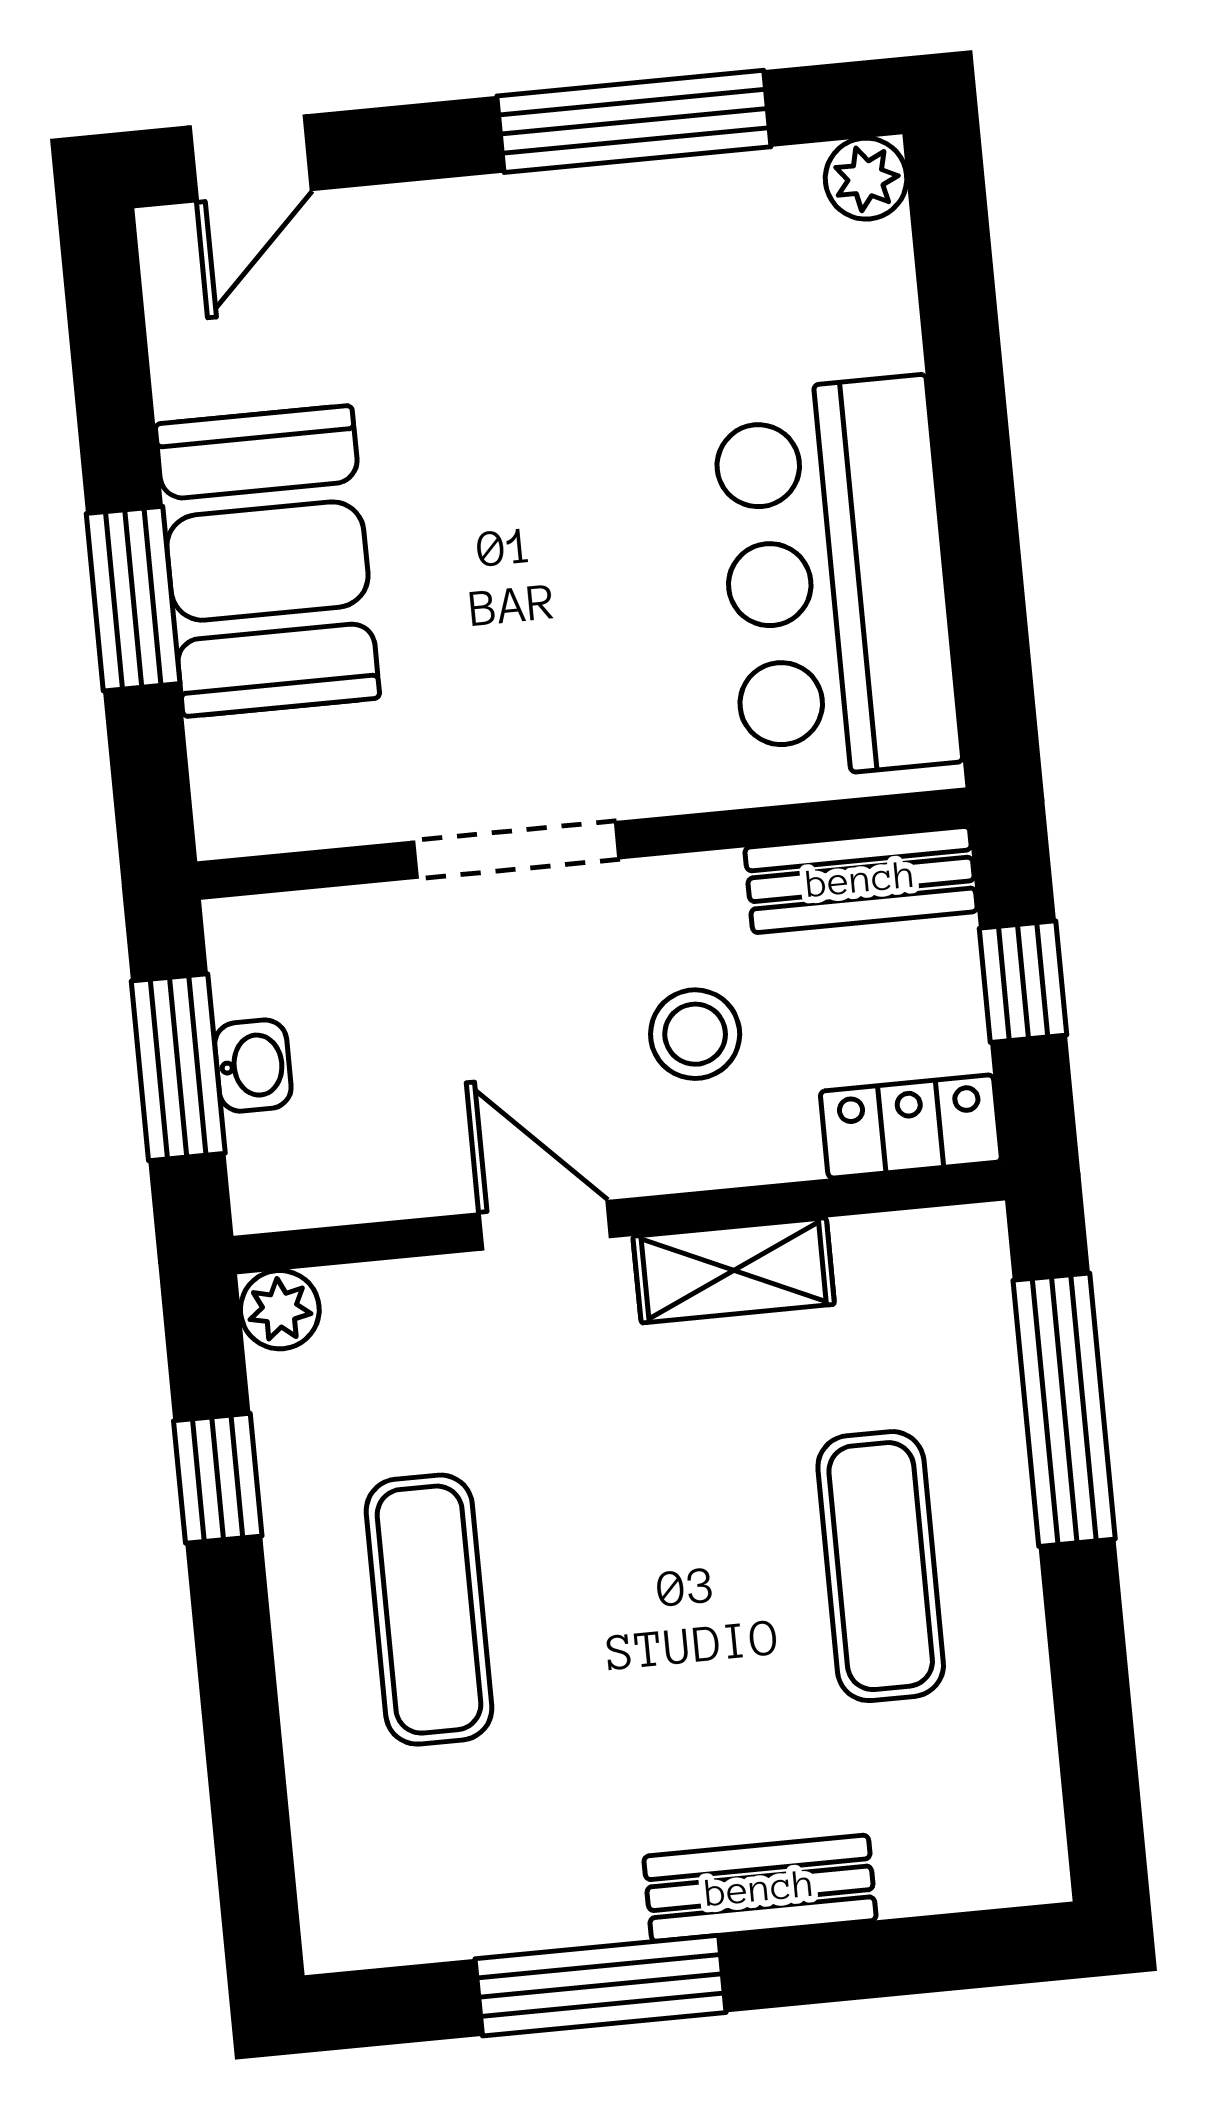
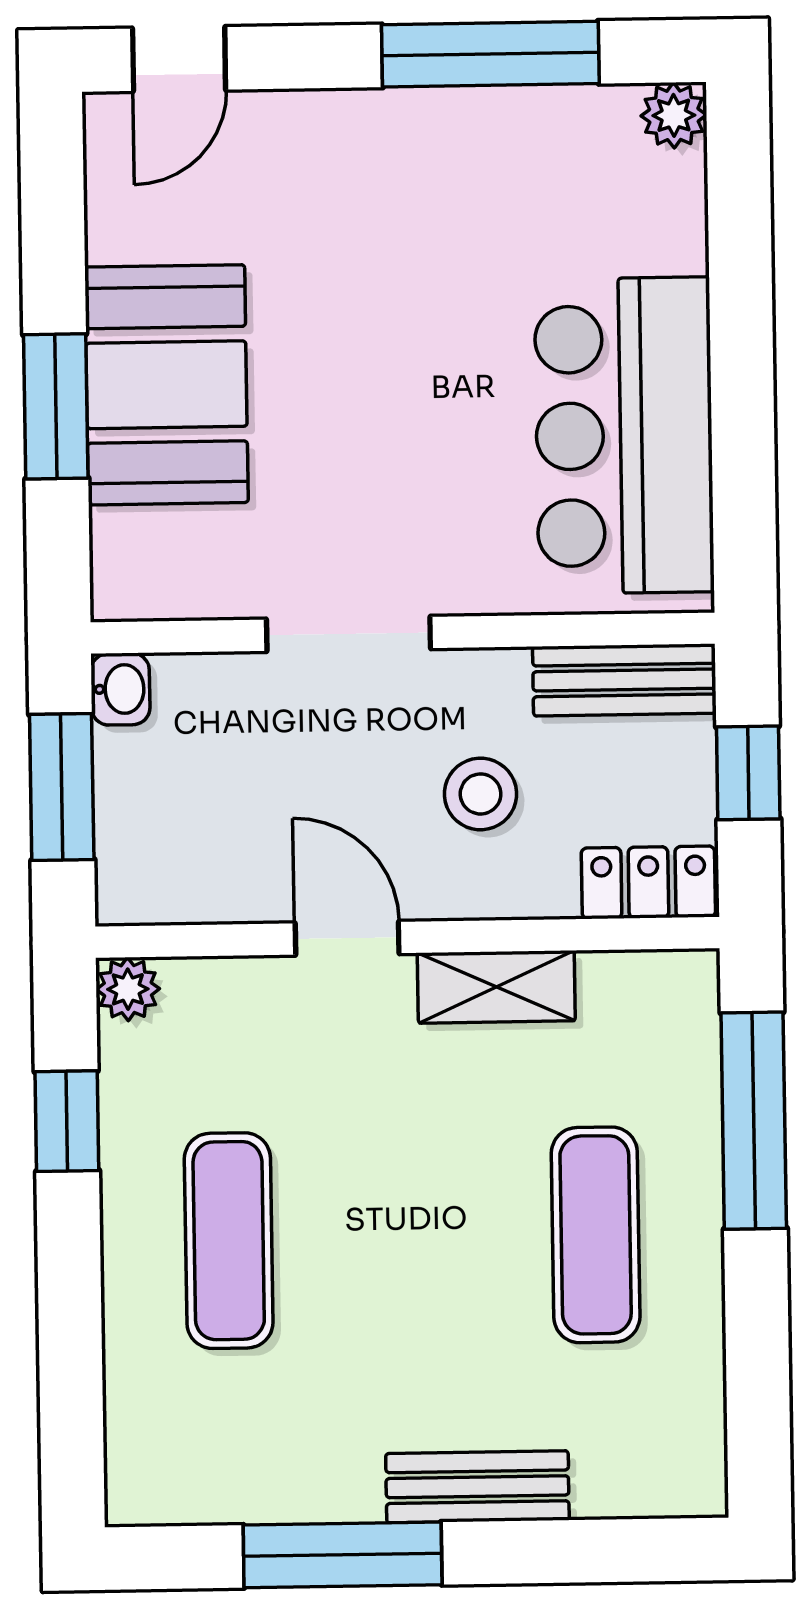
washbasin: (253, 1066) -> (120, 689), moved

